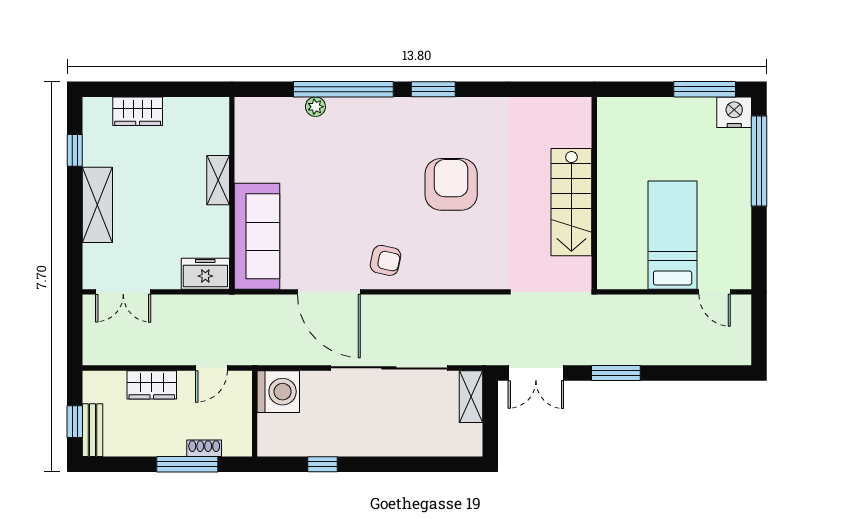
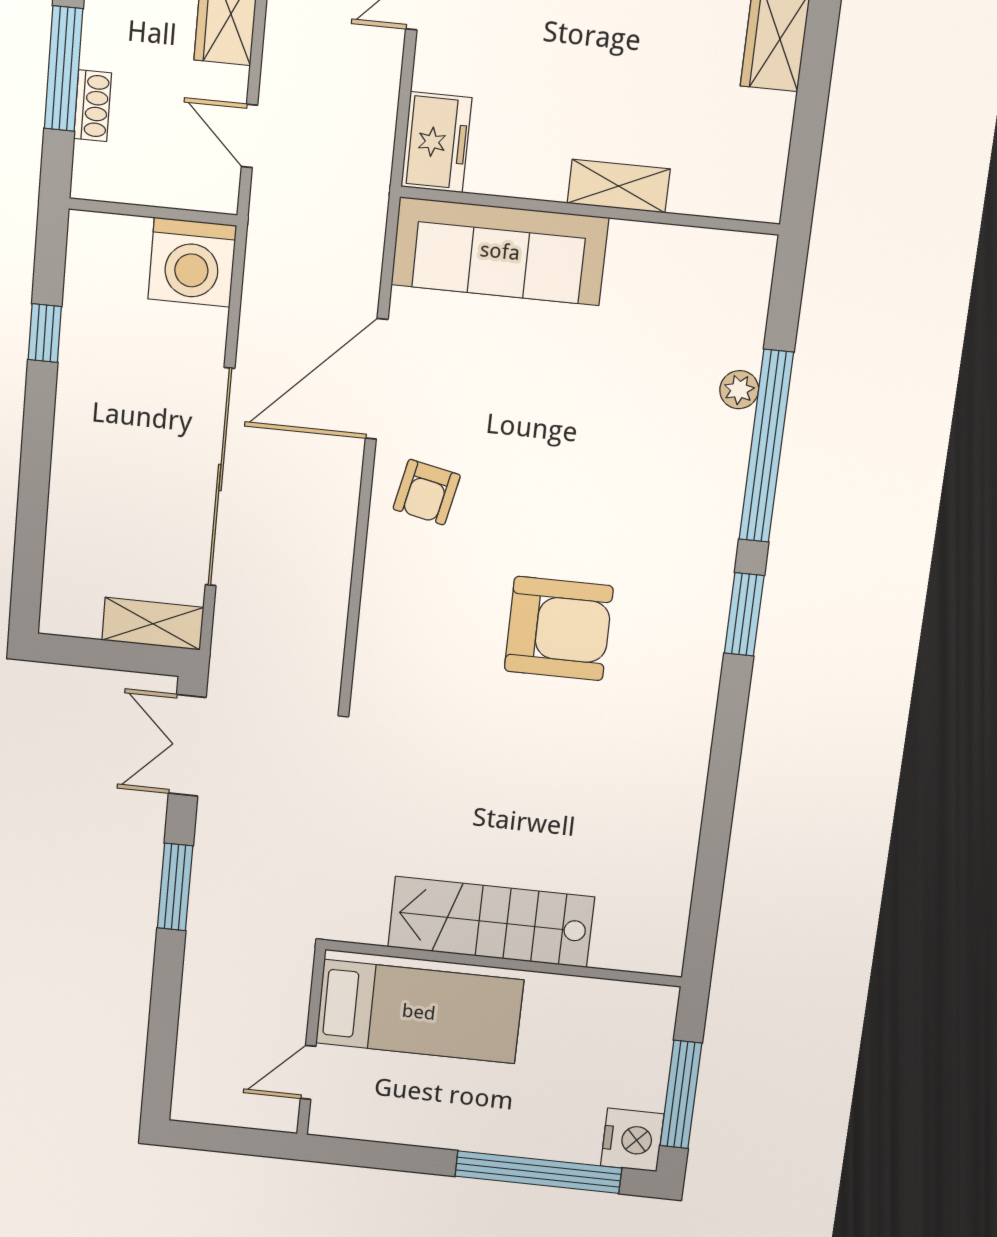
wall: (594, 193) -> (503, 963), moved
stairs: (571, 202) -> (491, 922), moved

